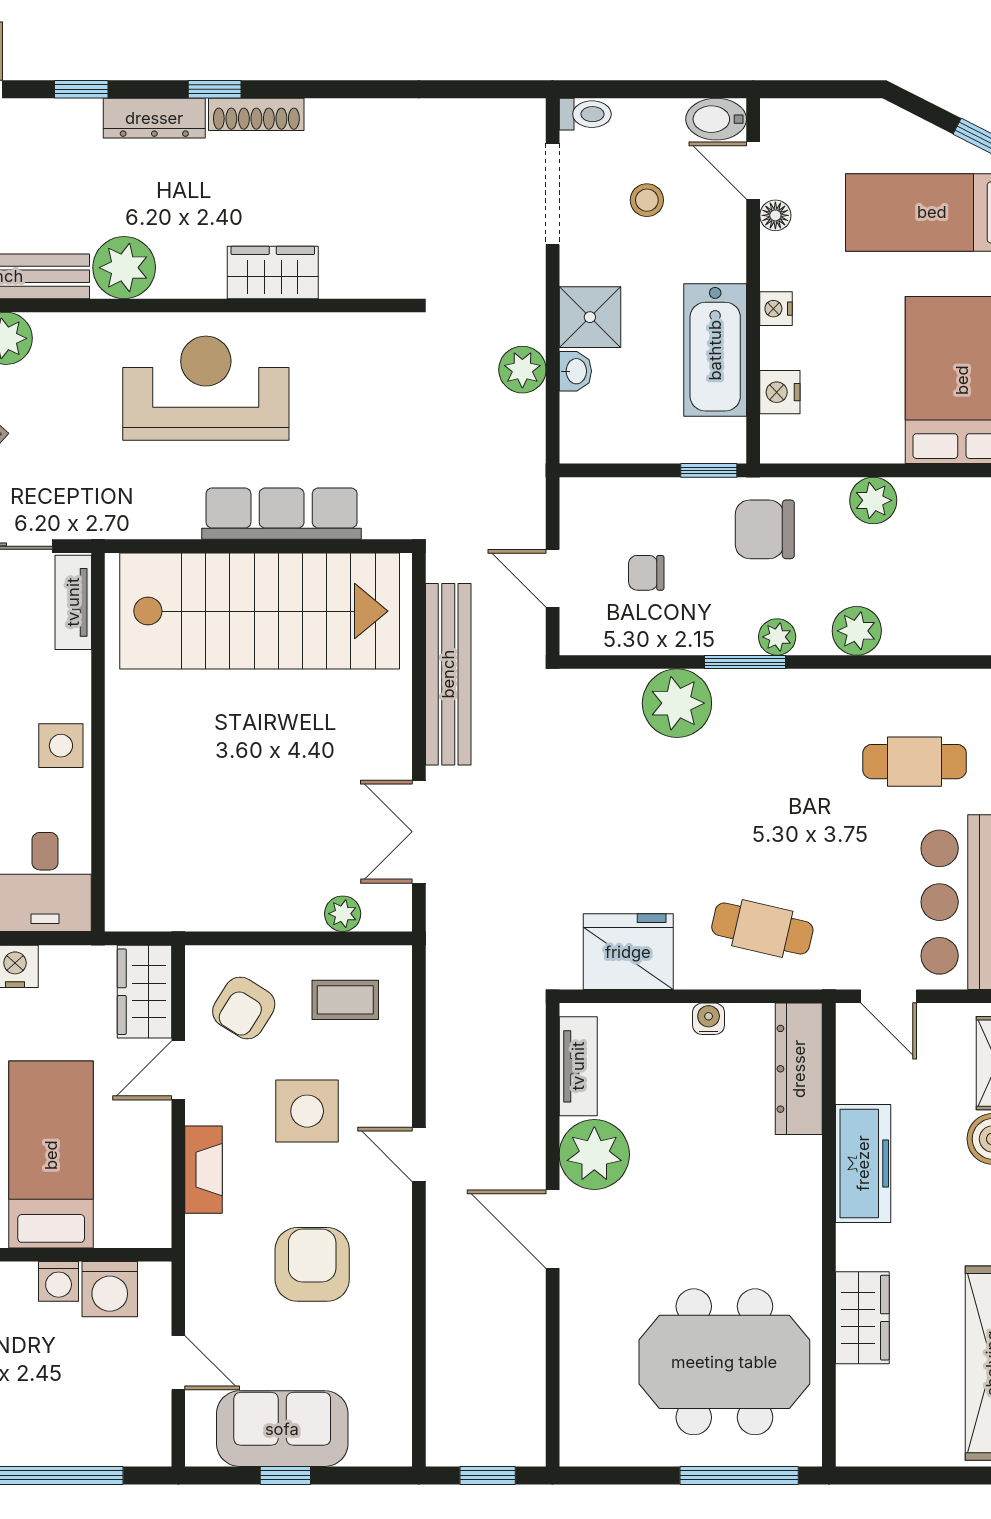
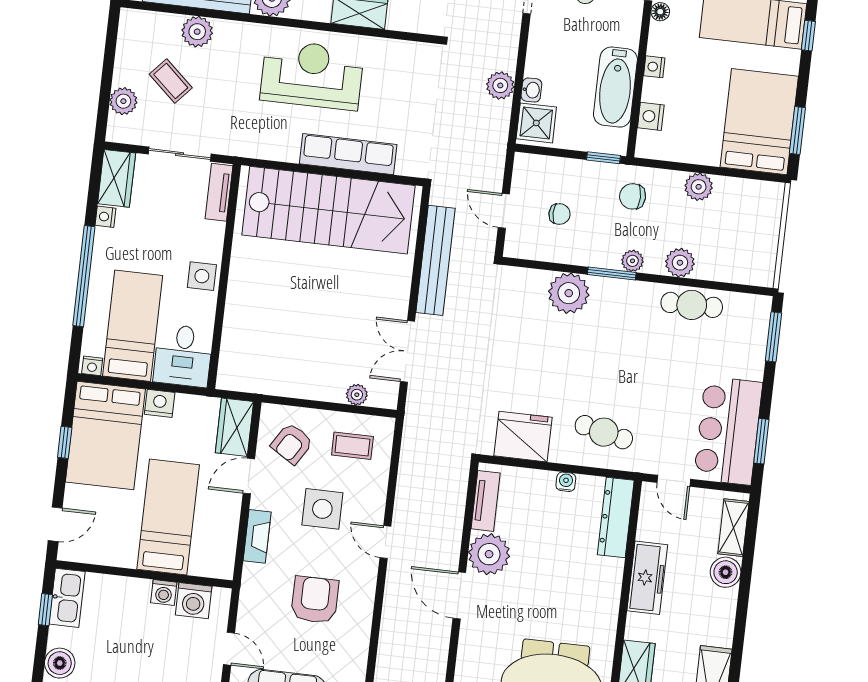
shower: (590, 317) -> (536, 123), moved
chair: (765, 529) -> (633, 196), width x0.73, depth x0.73
chair: (646, 573) -> (560, 214), turned 180
cafe table: (915, 762) -> (692, 305), moved

